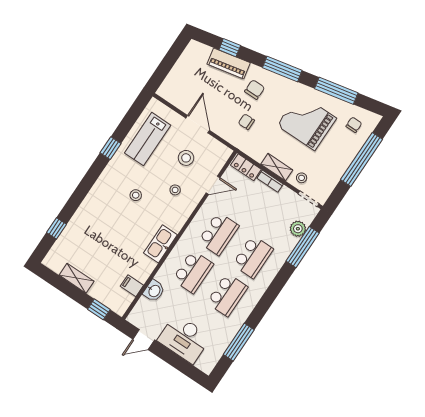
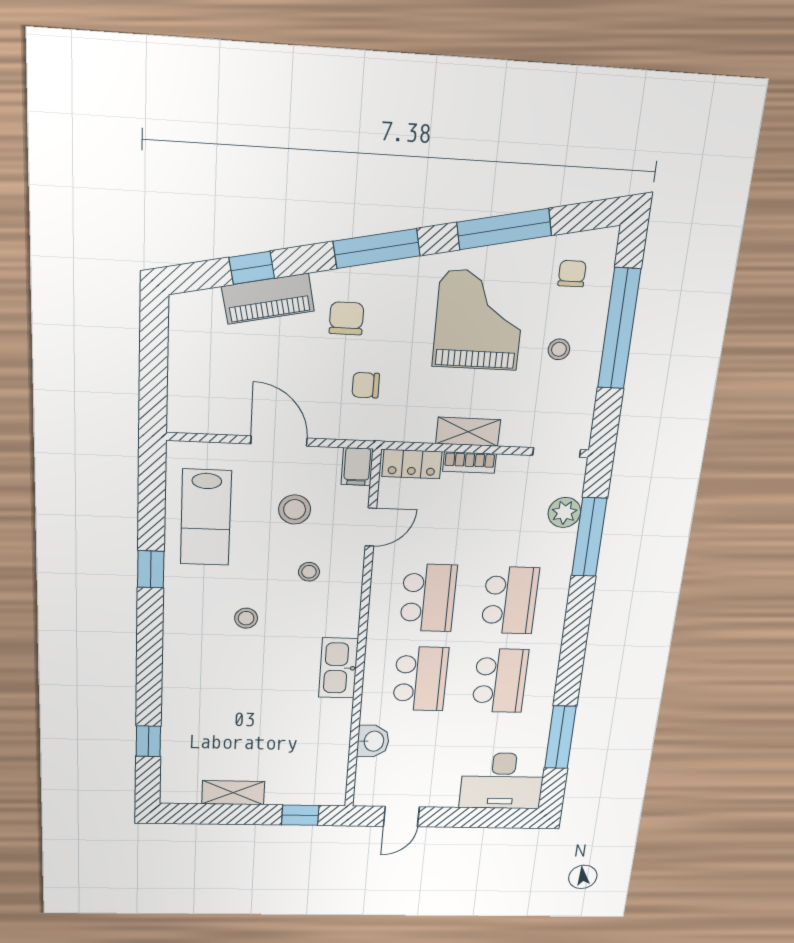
grand piano: (307, 122) -> (479, 320), turned 90
stool: (302, 178) -> (559, 349), moved
filing cabinet: (132, 286) -> (357, 467), moved, turned -90
desk: (184, 339) -> (502, 781), moved

